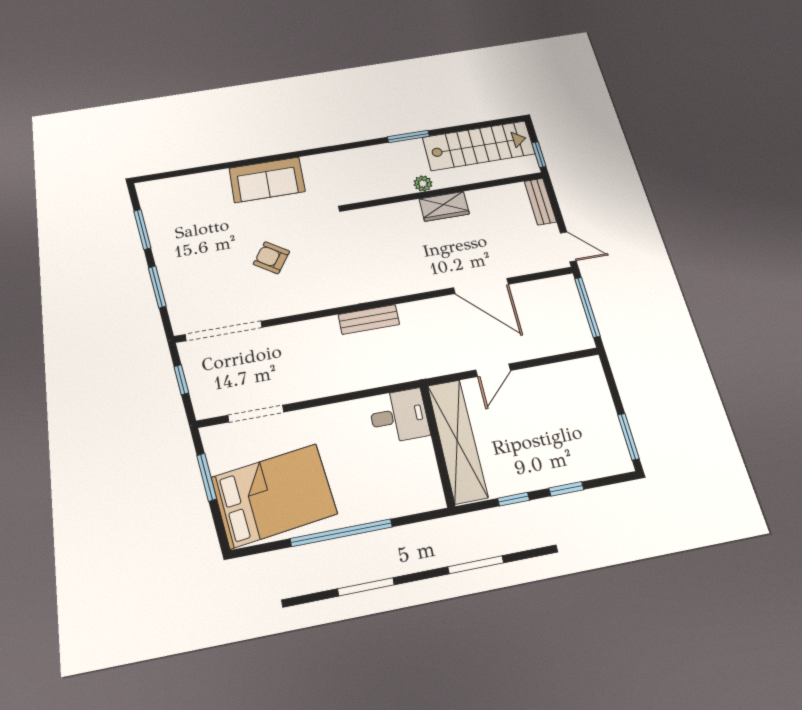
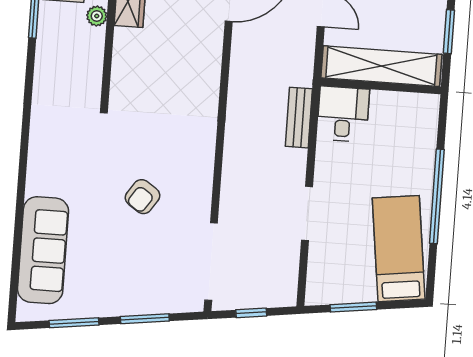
sofa: (267, 180) -> (43, 250), moved, width x1.36
bench: (369, 319) -> (299, 118), moved
doorway: (256, 414) -> (307, 214), moved
bed: (274, 495) -> (399, 249), width x0.67
window: (514, 499) -> (449, 32), width x1.50

